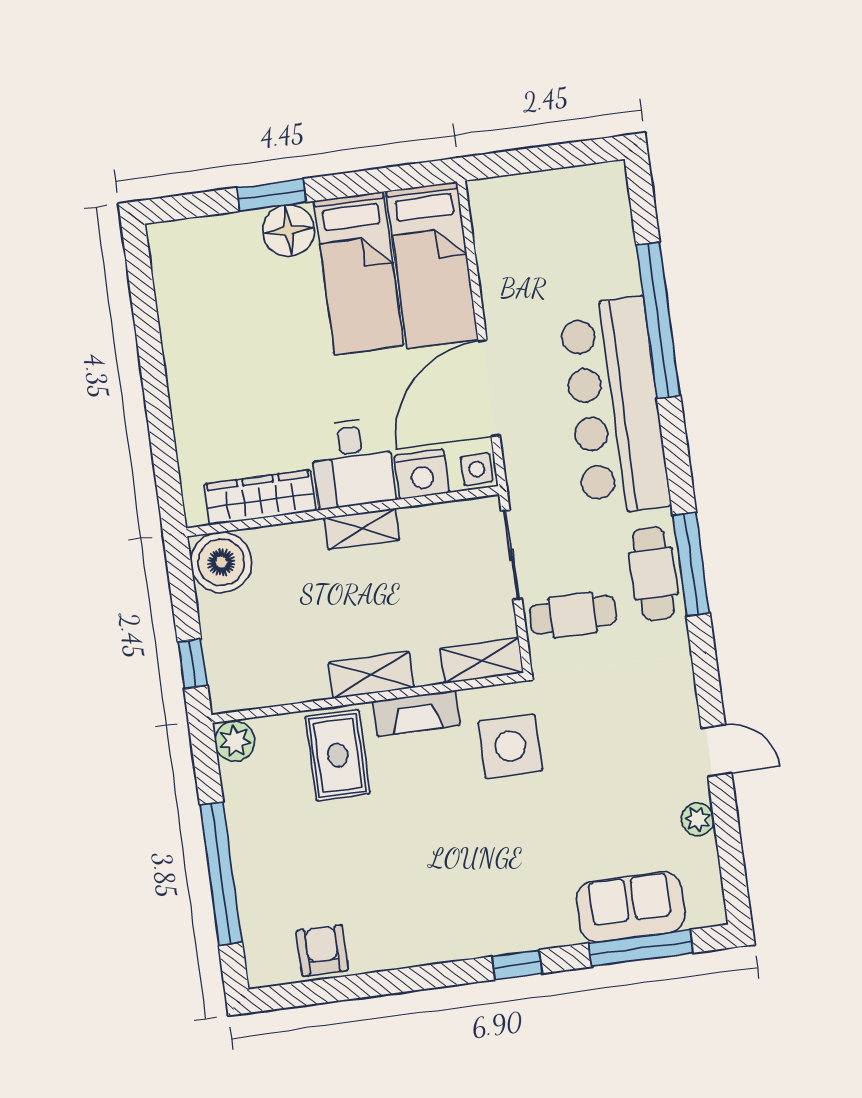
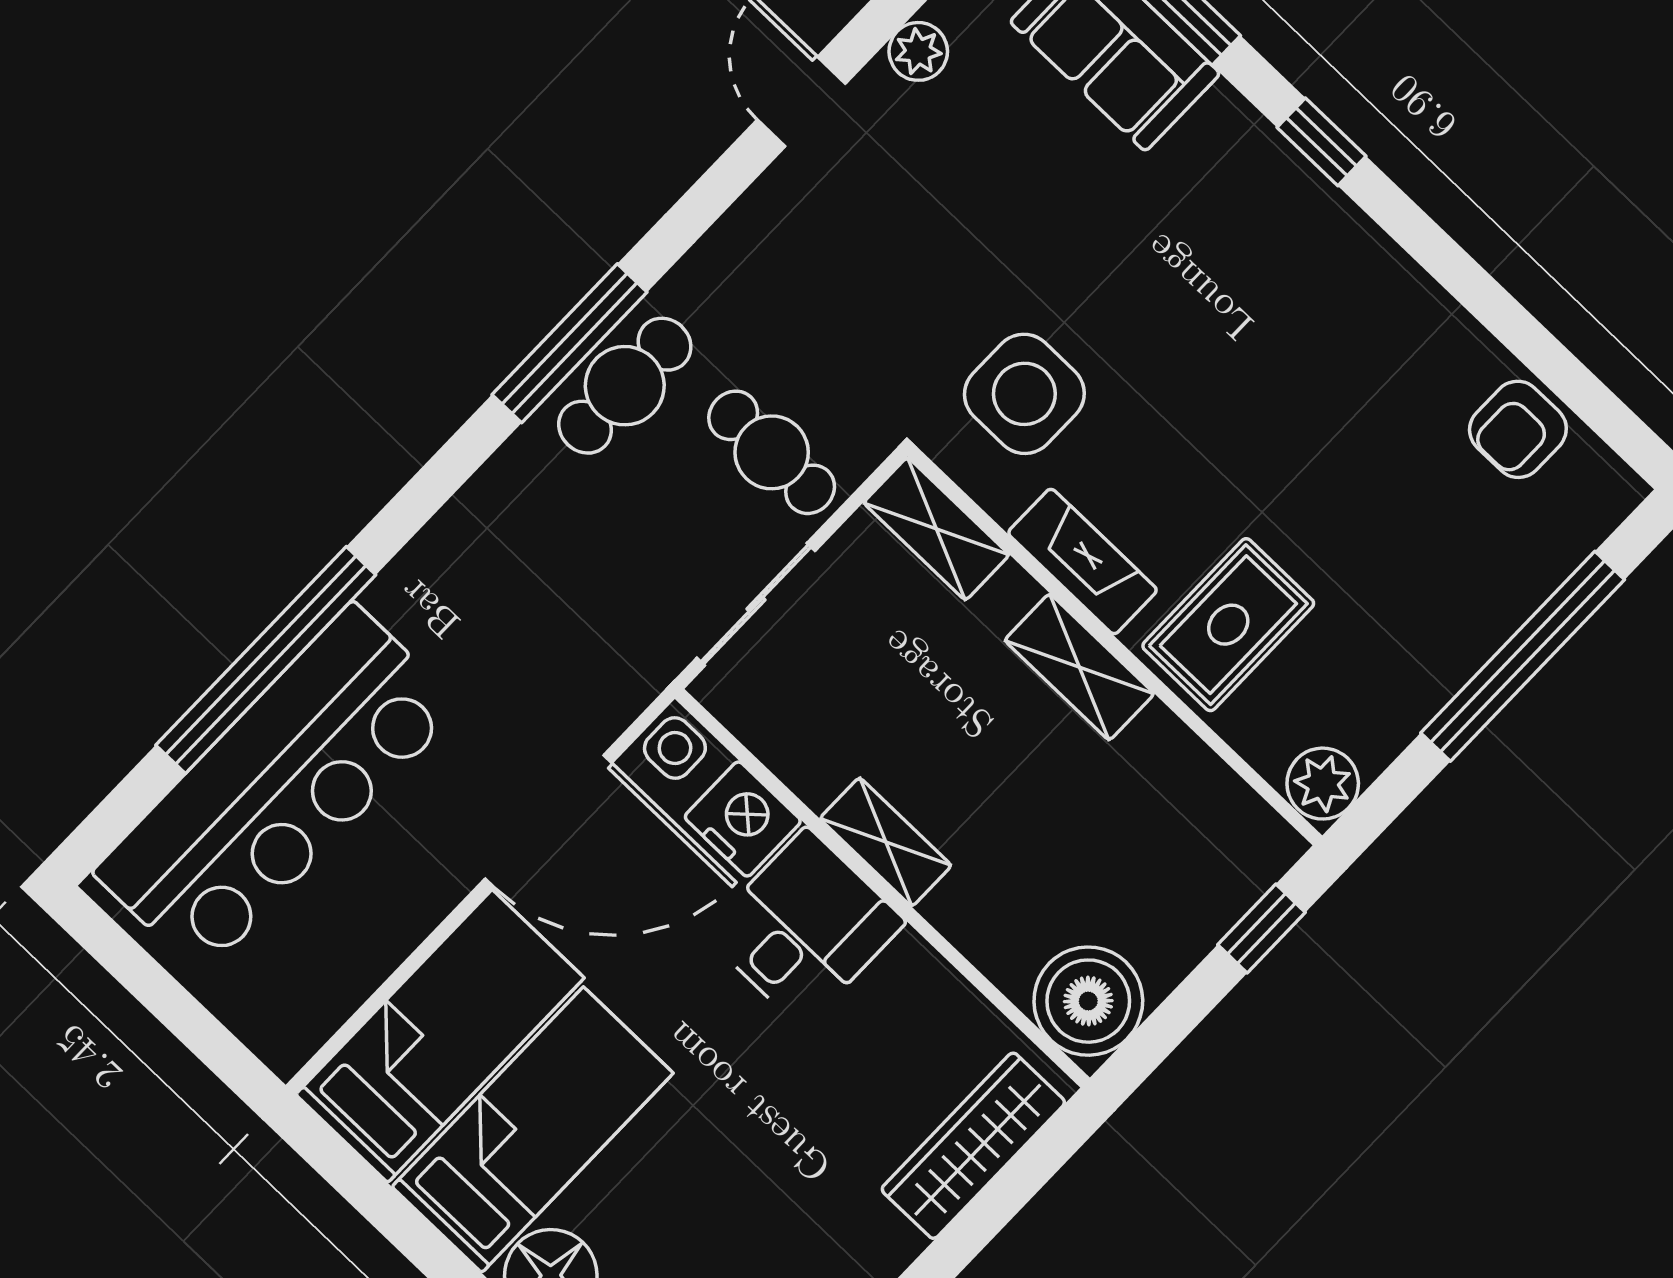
bar counter: (615, 406) -> (277, 789), moved
wardrobe: (260, 497) -> (973, 1146), moved, turned 90

